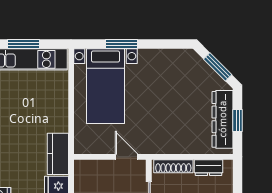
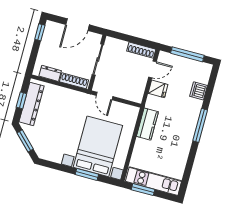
window: (23, 44) -> (143, 190), moved
bed with nightstands: (106, 86) -> (98, 146), width x1.36
kitchen counter: (58, 154) -> (147, 124), moved

